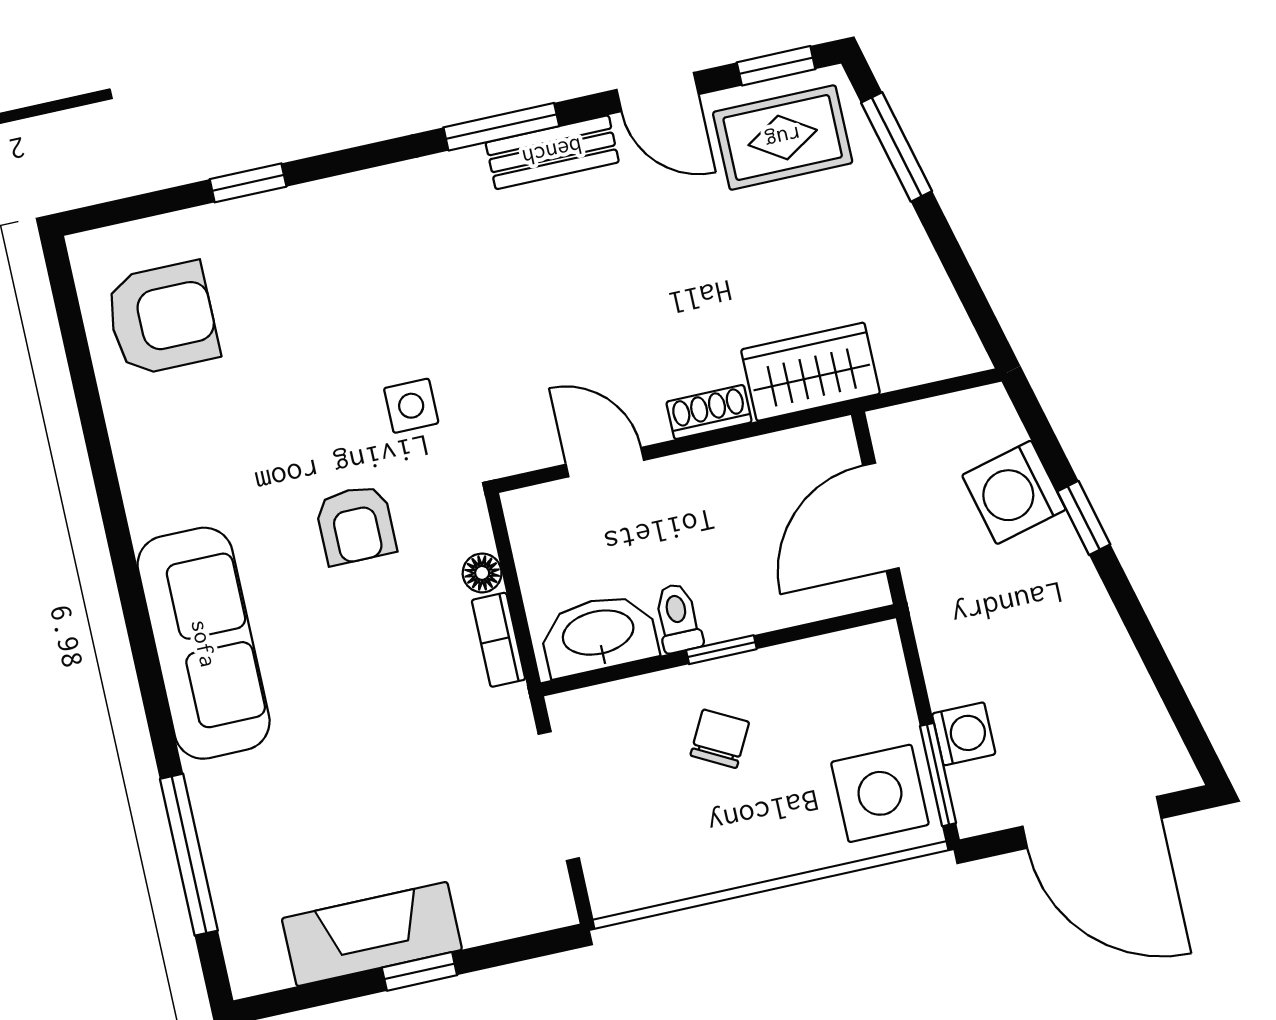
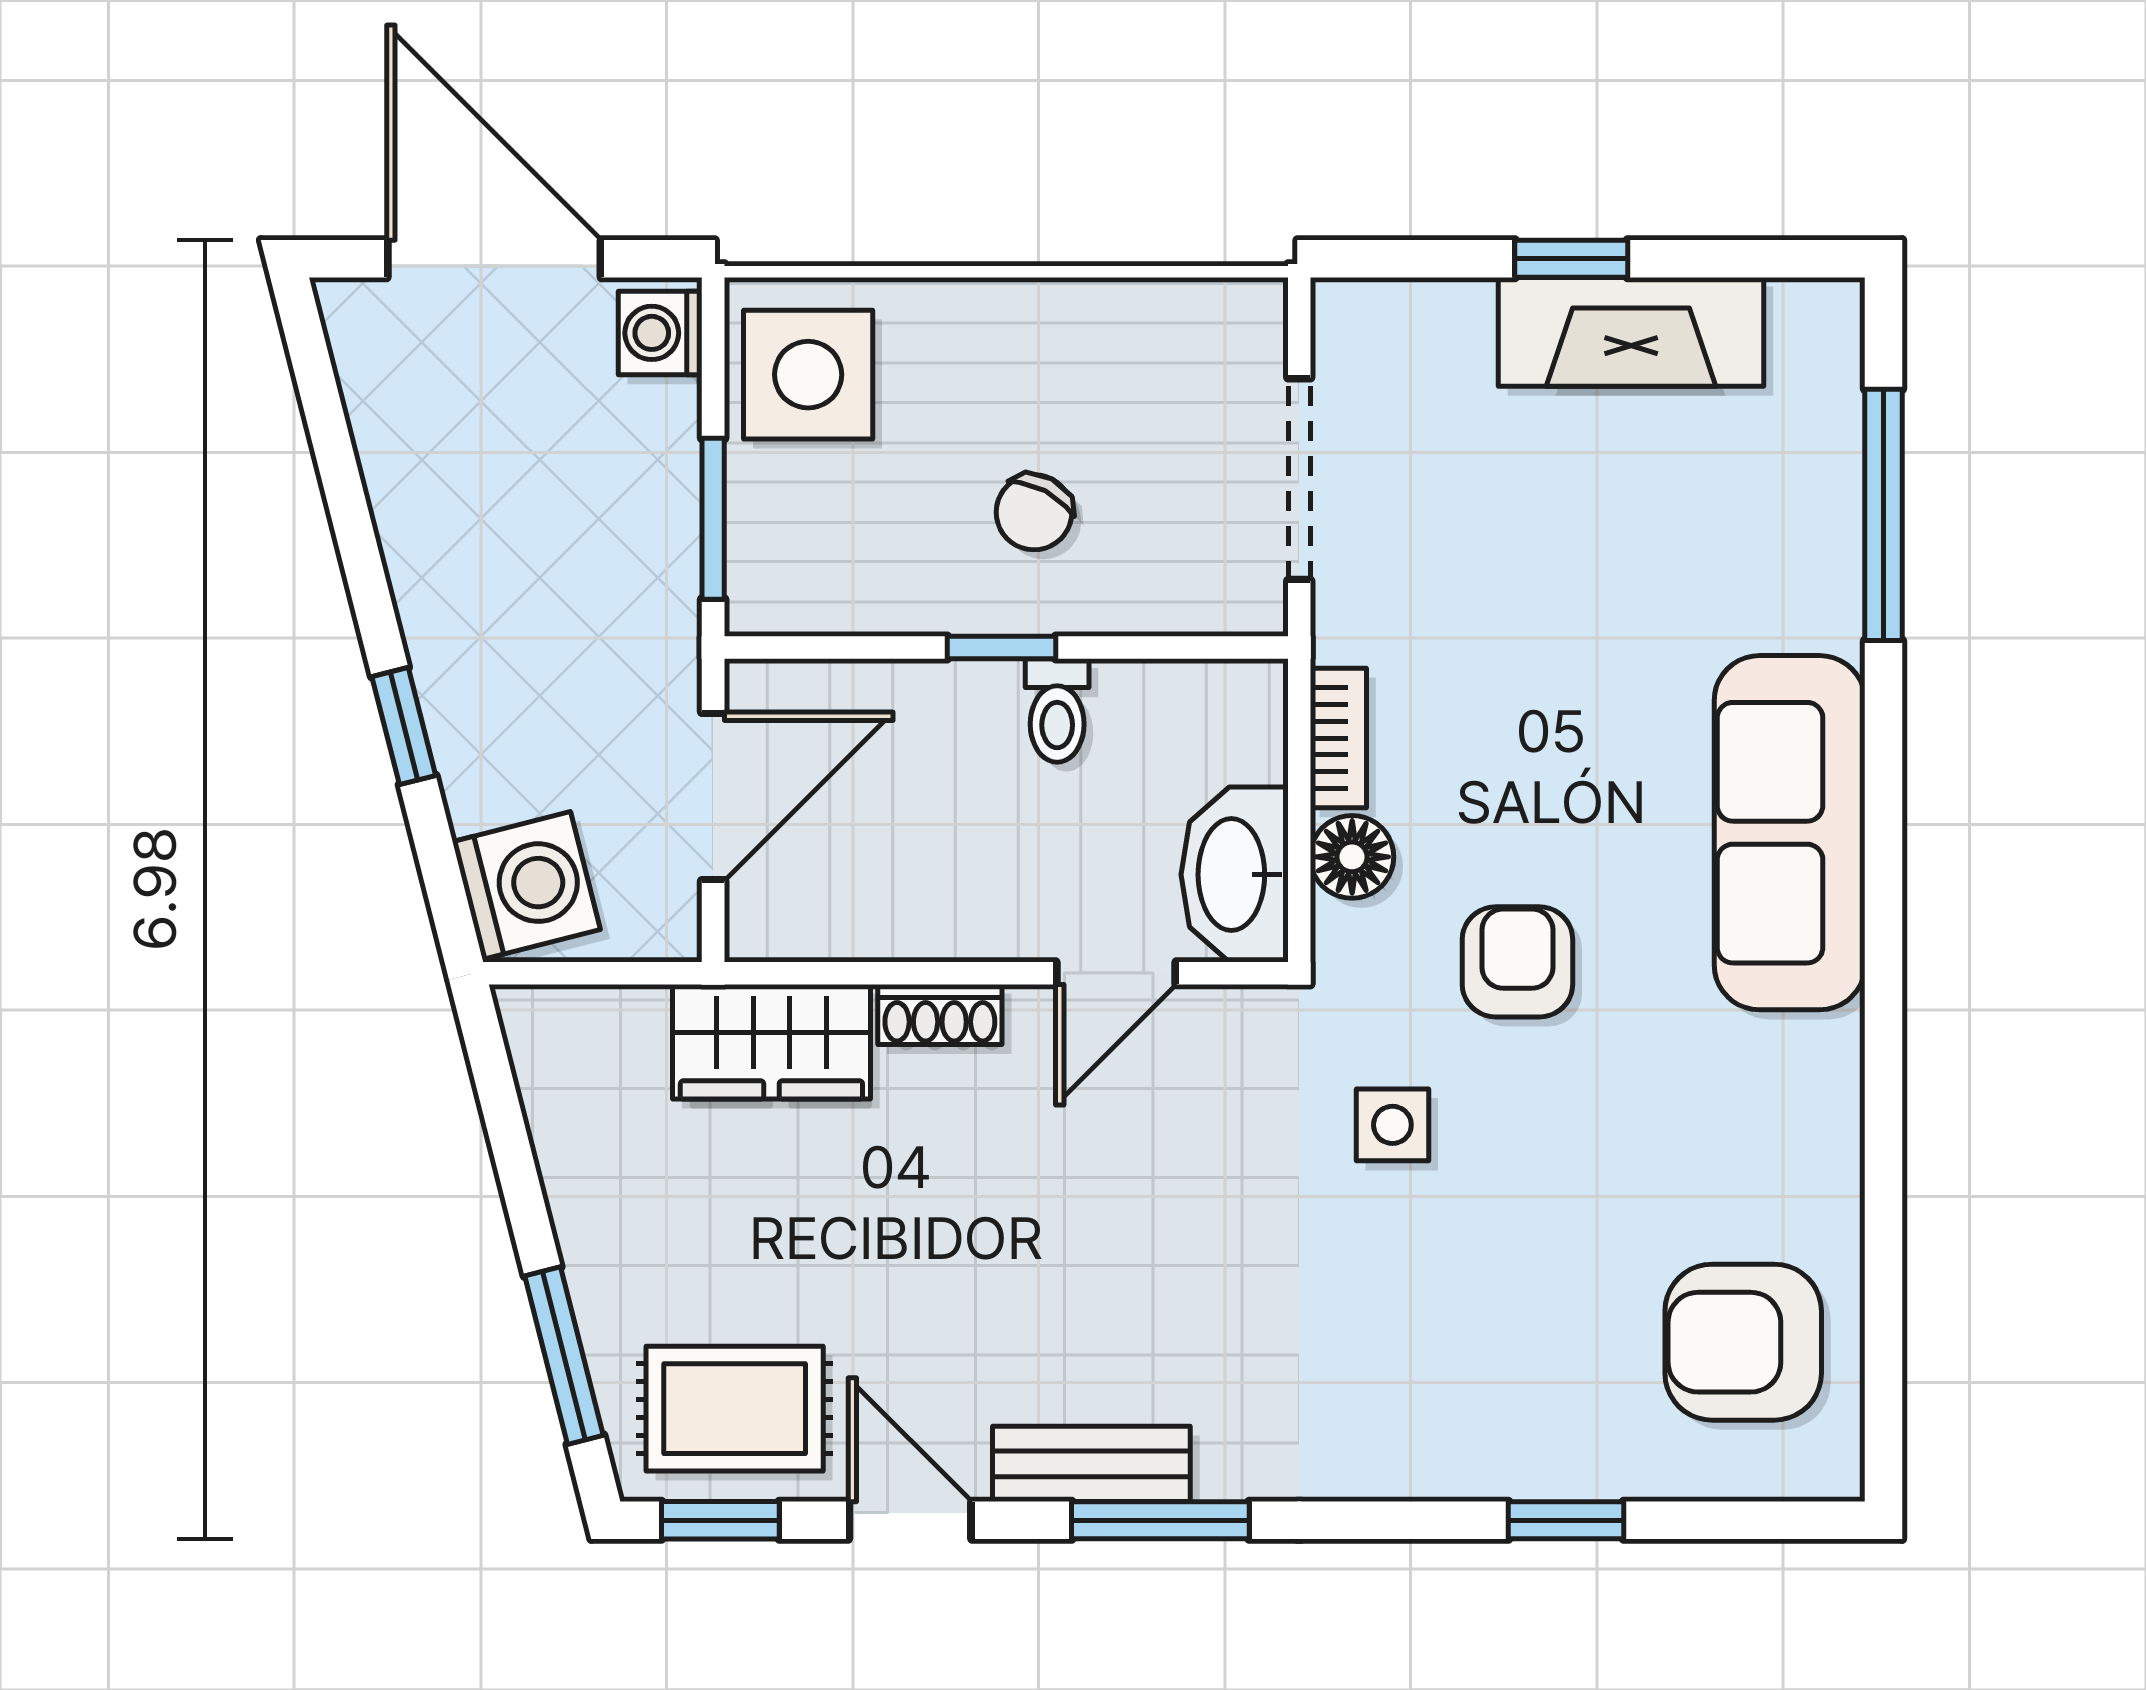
door: (605, 462) -> (1116, 973), hinge flipped
washing machine: (1014, 492) -> (526, 886), moved
floor lamp: (482, 573) -> (1352, 857), width x1.37, depth x1.37
washbasin: (599, 635) -> (1235, 875), moved, turned 90
washing machine: (964, 734) -> (660, 333), moved
window: (938, 775) -> (713, 519), moved

